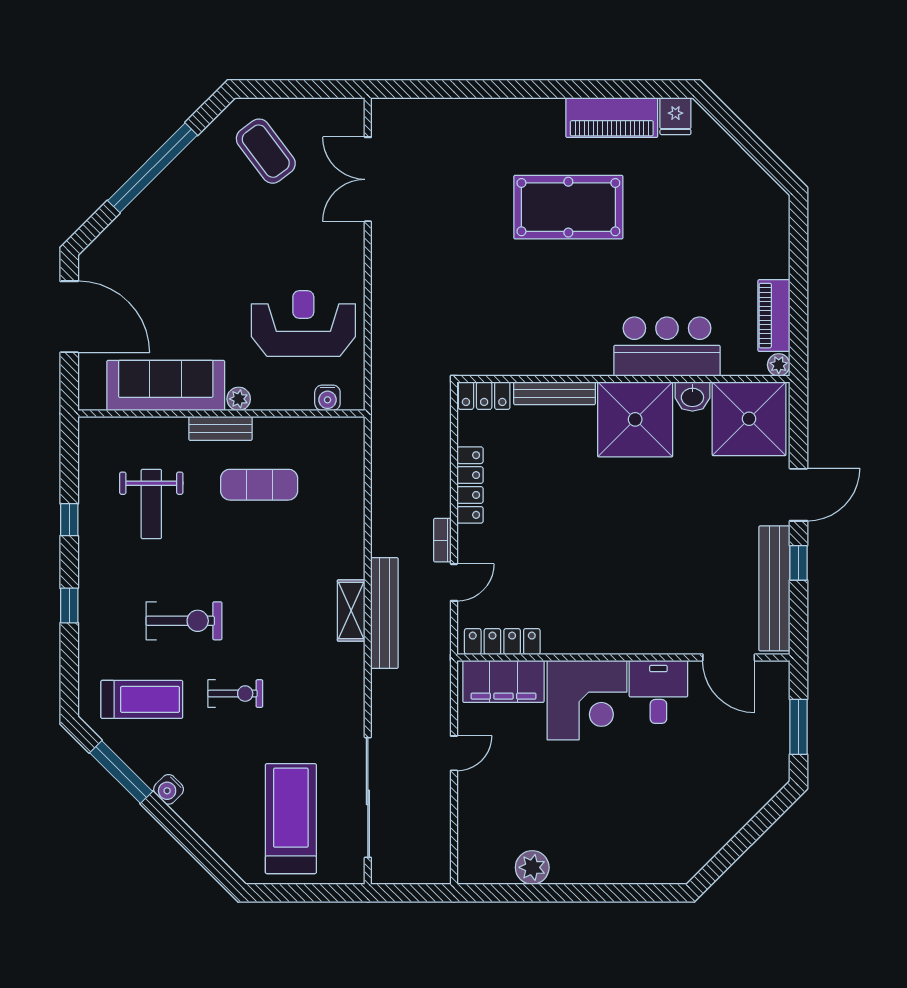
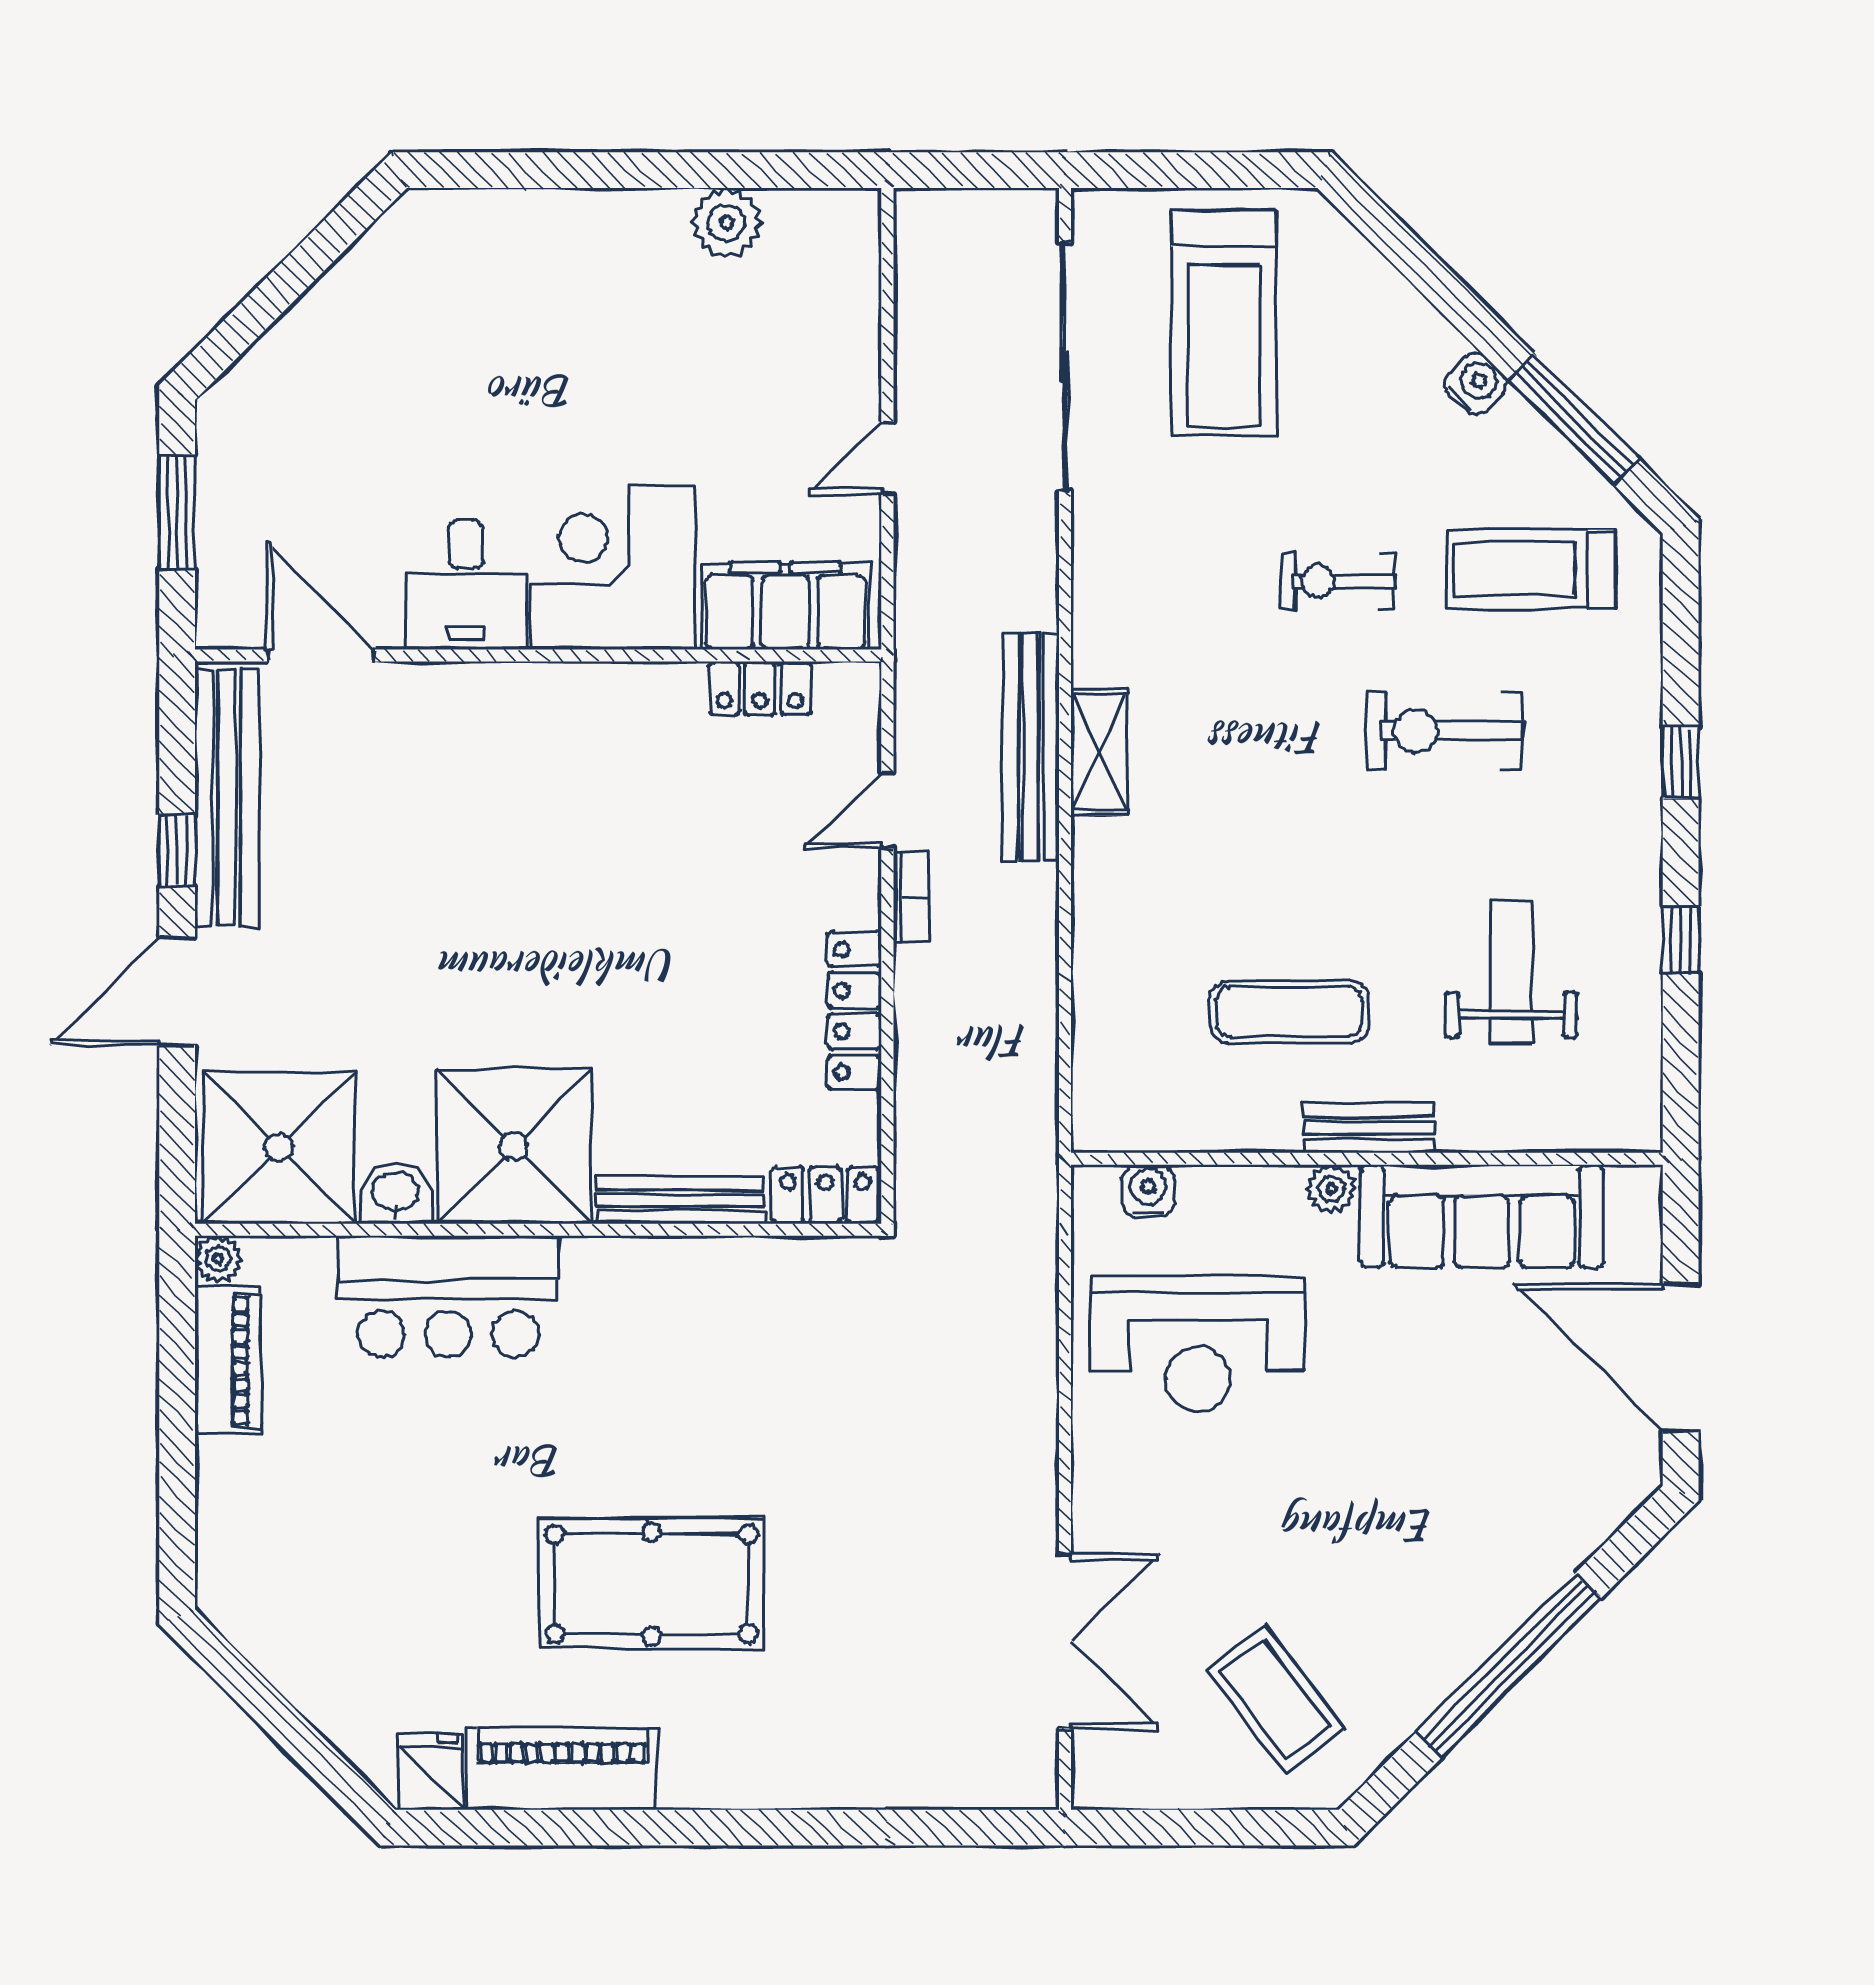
locker: (502, 642) -> (760, 688), width x0.66

